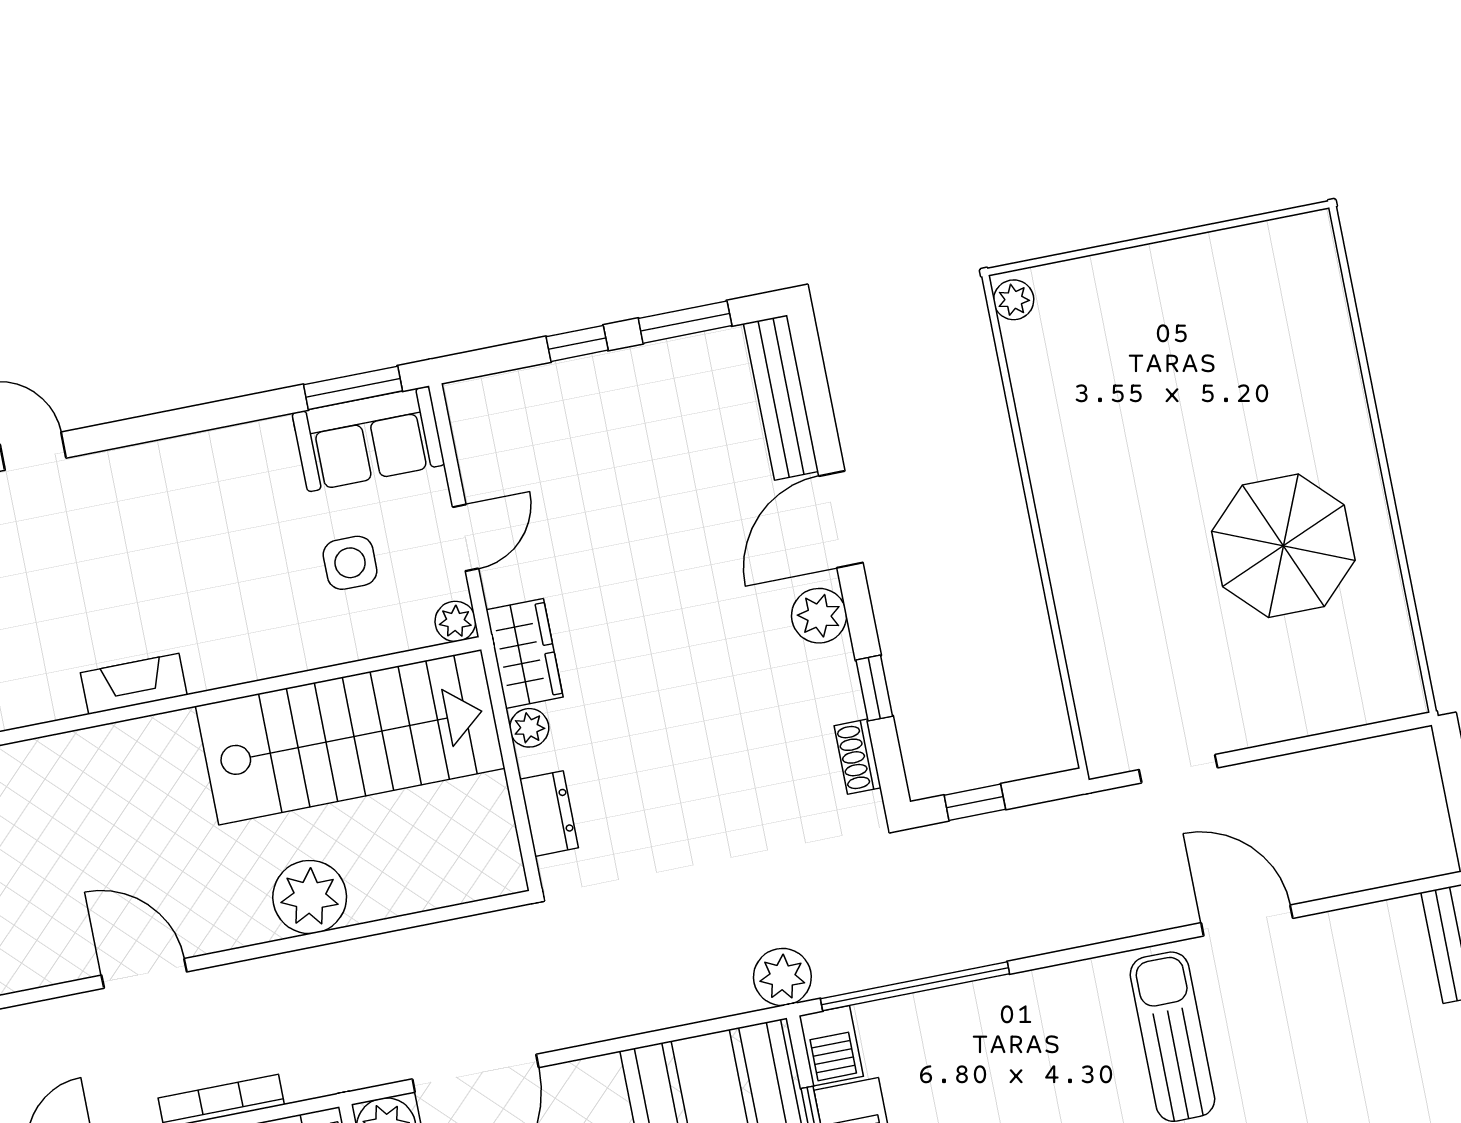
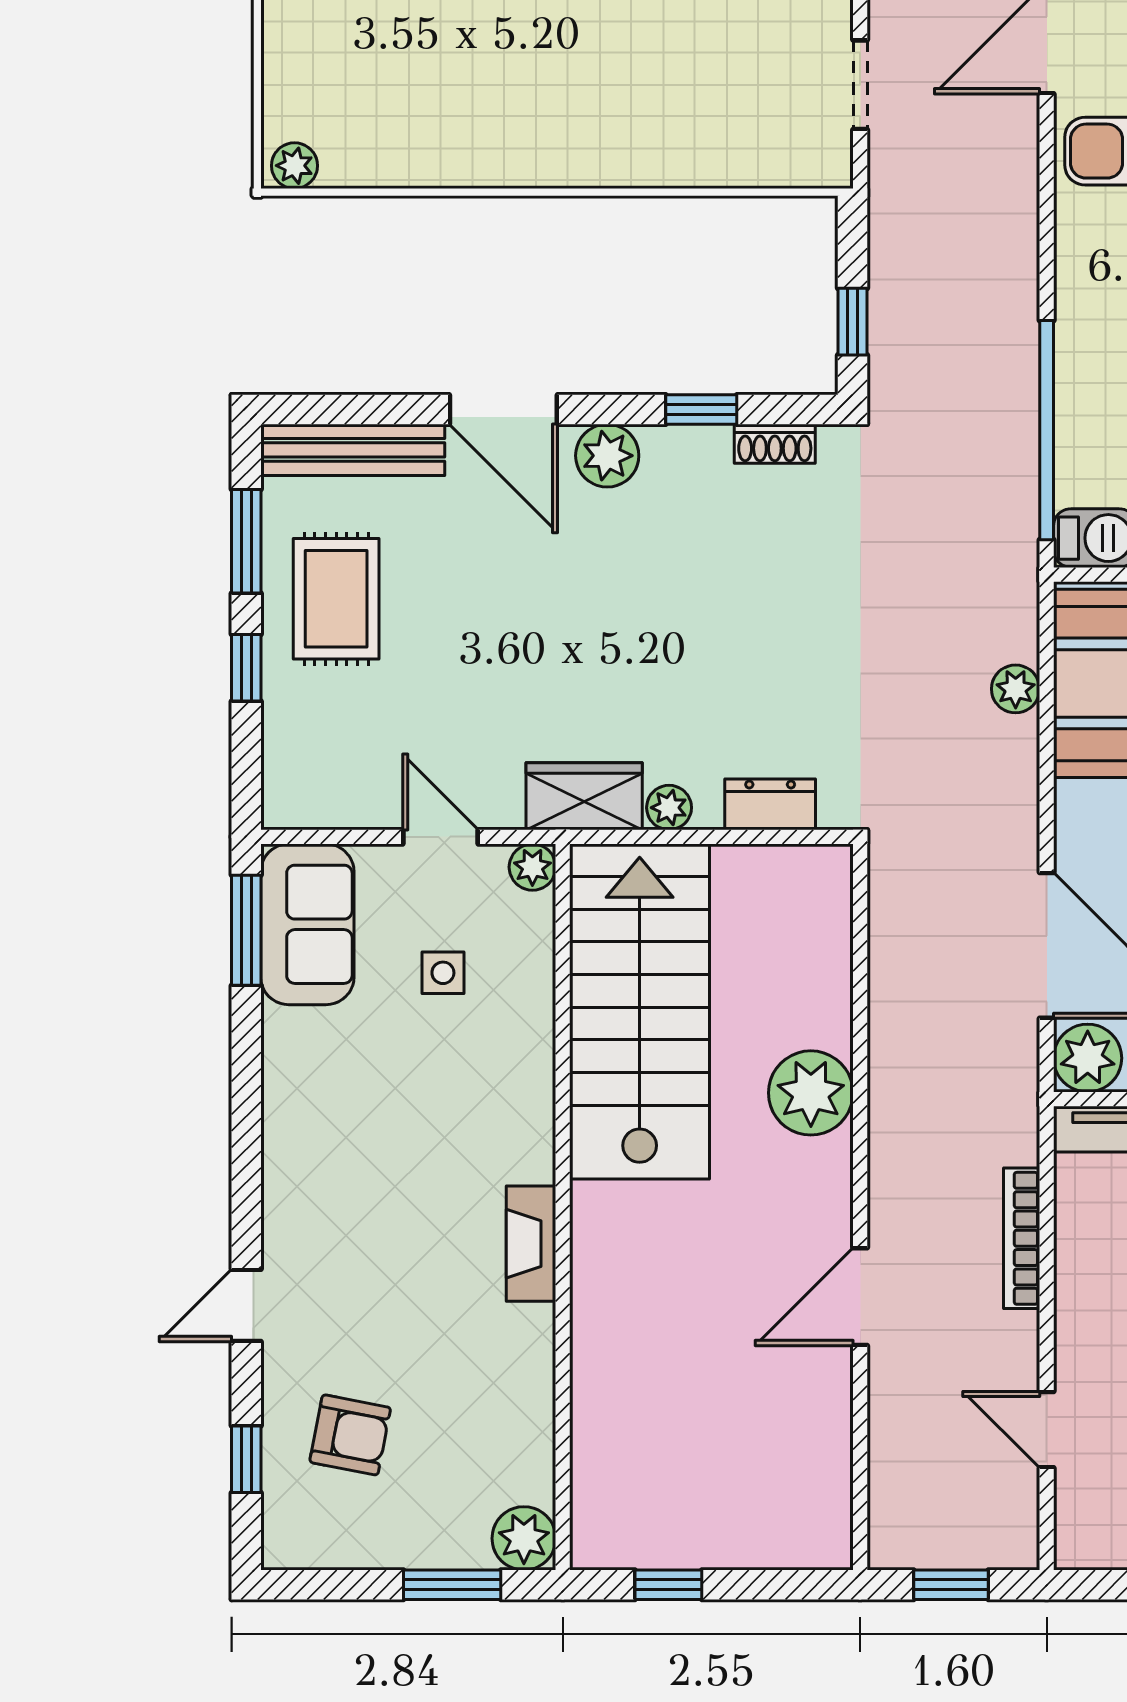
rug: (651, 409) -> (336, 599), added
side table: (350, 563) -> (443, 973), width x0.73, depth x0.73
plant: (782, 977) -> (1016, 689), moved, width x0.73, depth x0.73

